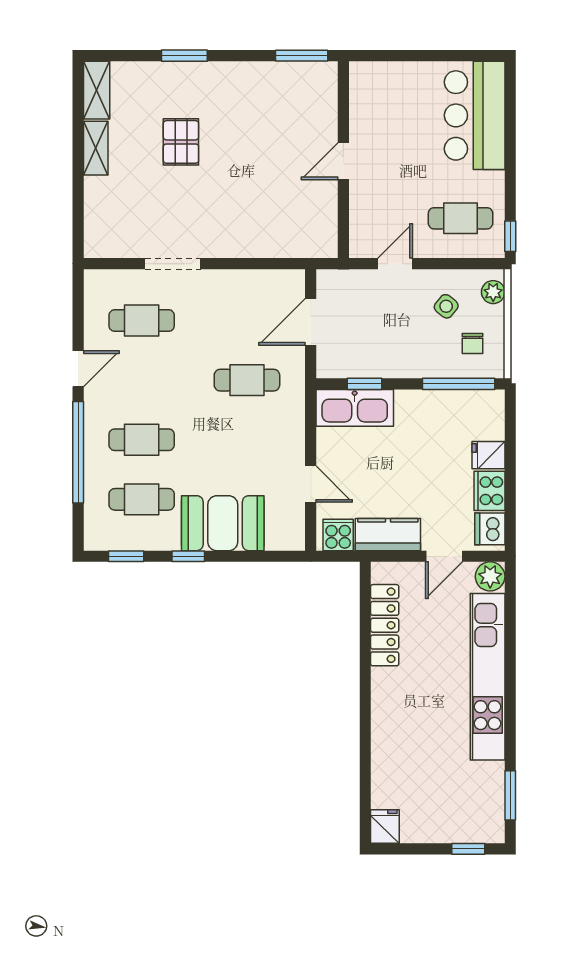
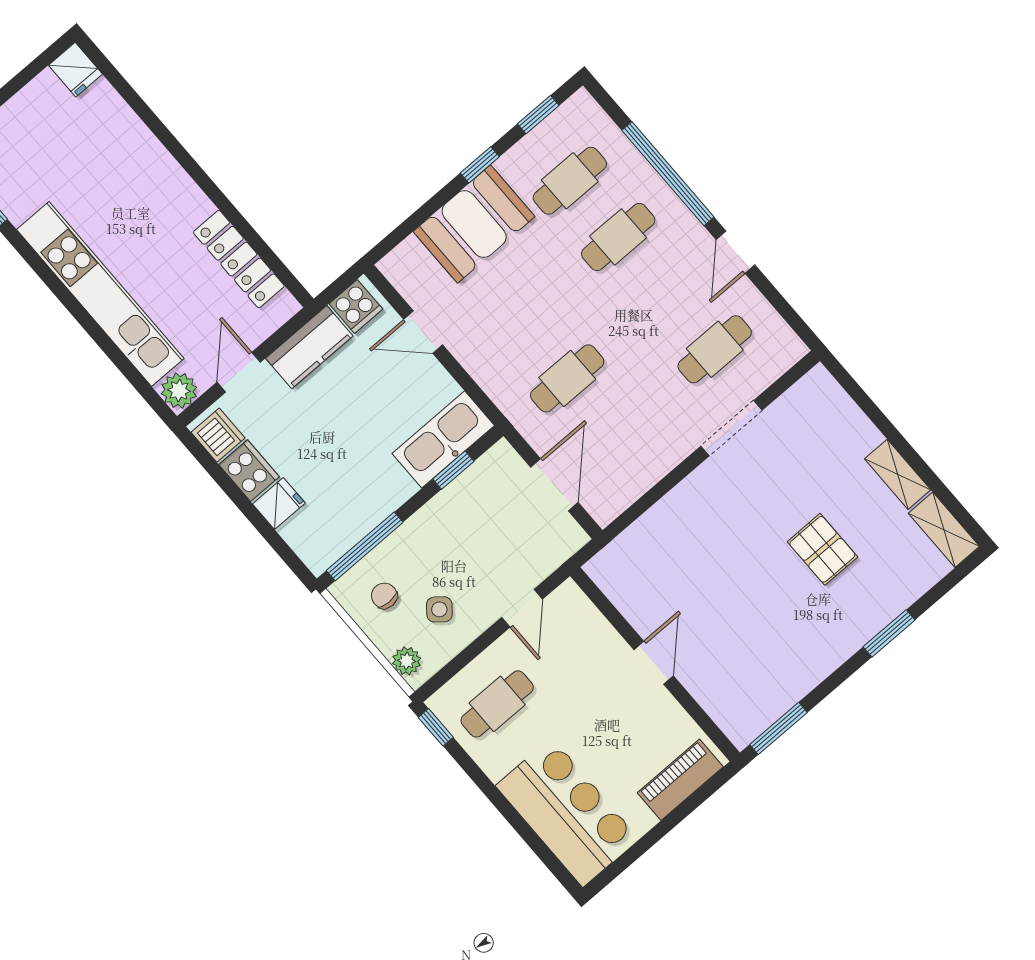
piano: (389, 76) -> (680, 780), added

